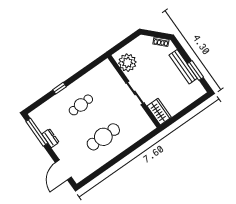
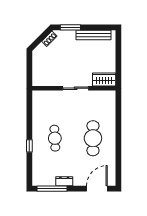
plant: (127, 63) -> (47, 77), removed
bench: (183, 67) -> (93, 35), moved
window: (195, 70) -> (70, 27), moved
door: (63, 170) -> (97, 189), swing flipped

